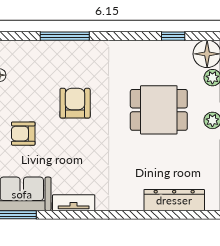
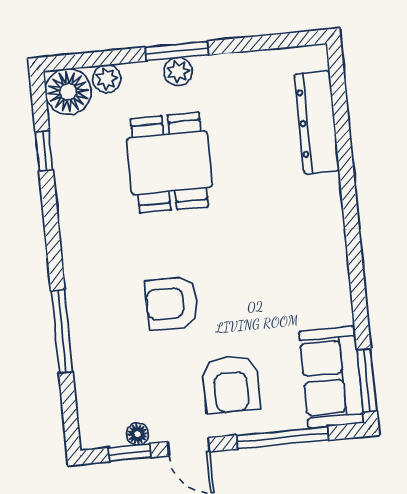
armchair: (23, 134) -> (231, 384), width x1.38, depth x1.38
tv unit: (74, 203) -> (338, 289), removed

